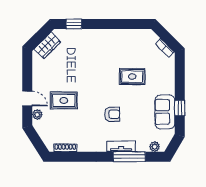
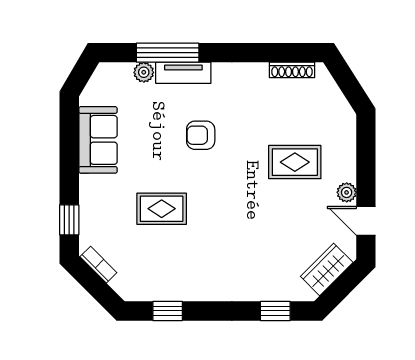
window: (129, 24) -> (168, 311), added
door: (27, 98) -> (366, 221), moved
window: (180, 108) -> (69, 220), moved
plant: (37, 115) -> (347, 192), moved
plant: (155, 147) -> (144, 72), moved

